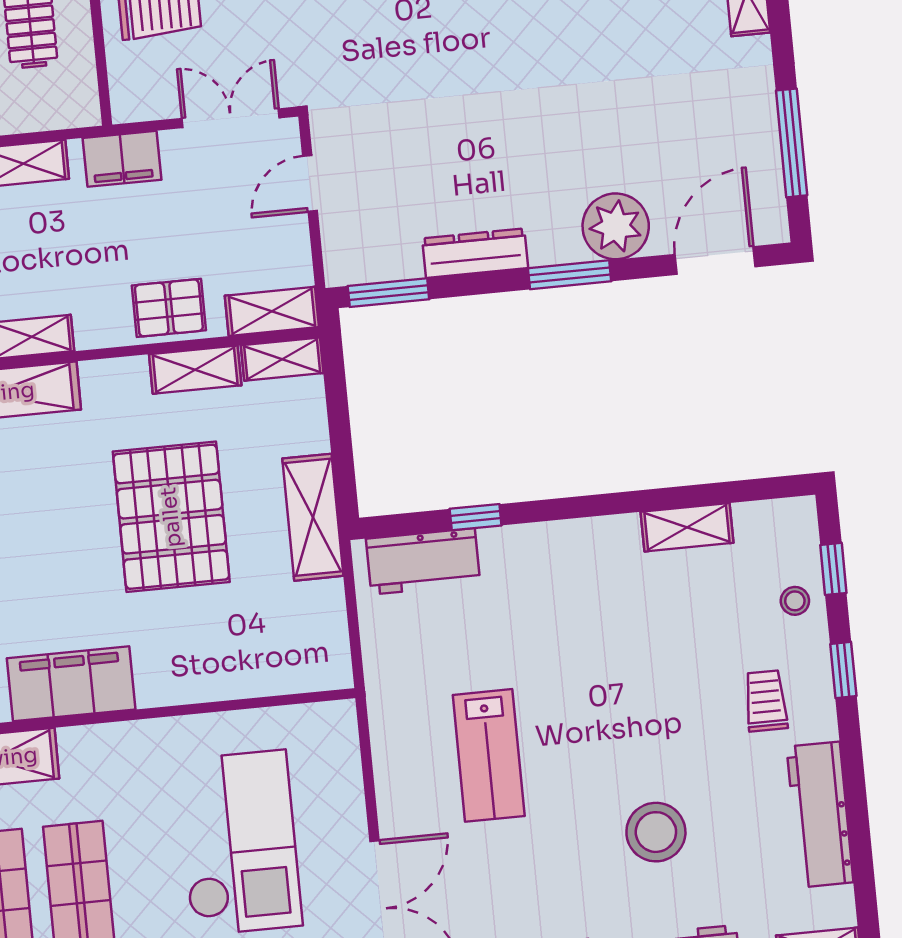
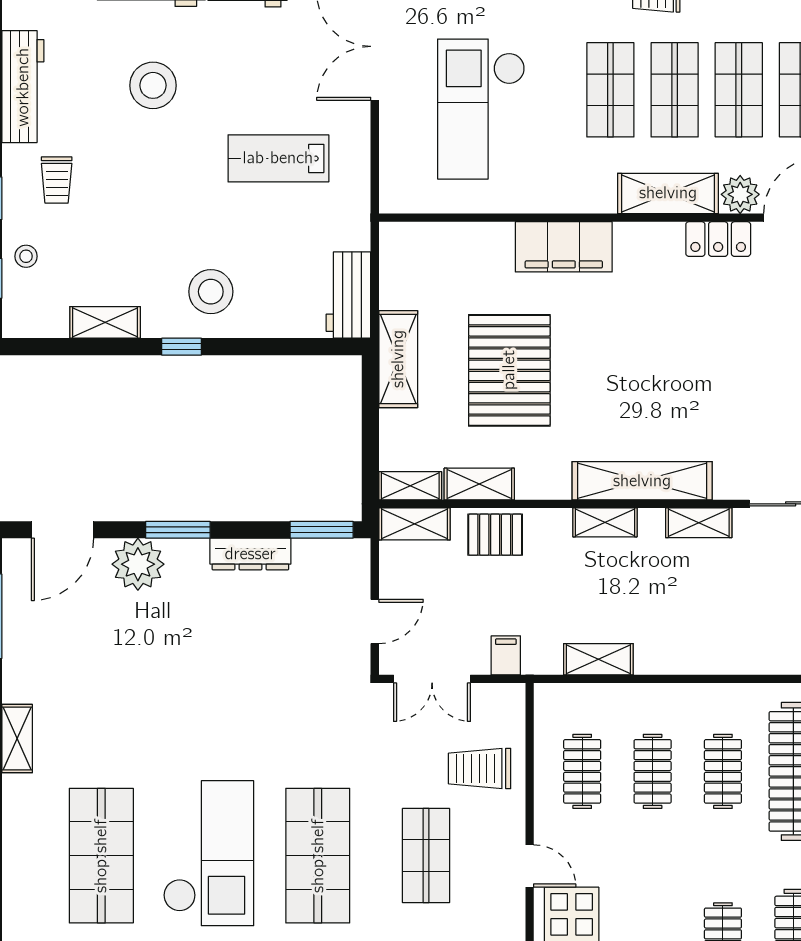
filing cabinet: (122, 159) -> (506, 655), width x0.50
window: (476, 517) -> (182, 347), moved
workbench: (423, 561) -> (348, 295), moved, turned -90
stool: (557, 579) -> (211, 292), added
filing cabinet: (71, 684) -> (564, 247), moved
lab bench: (489, 755) -> (278, 158), turned -90

